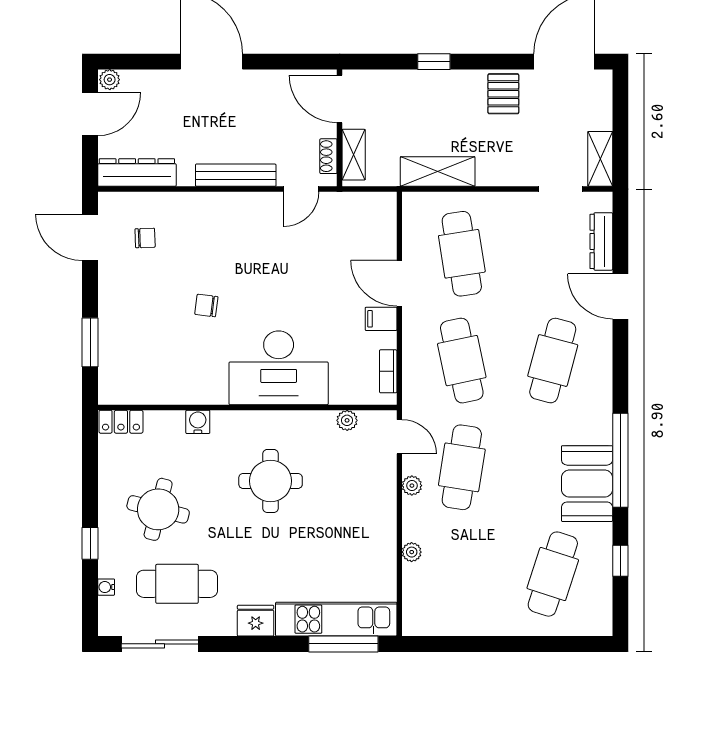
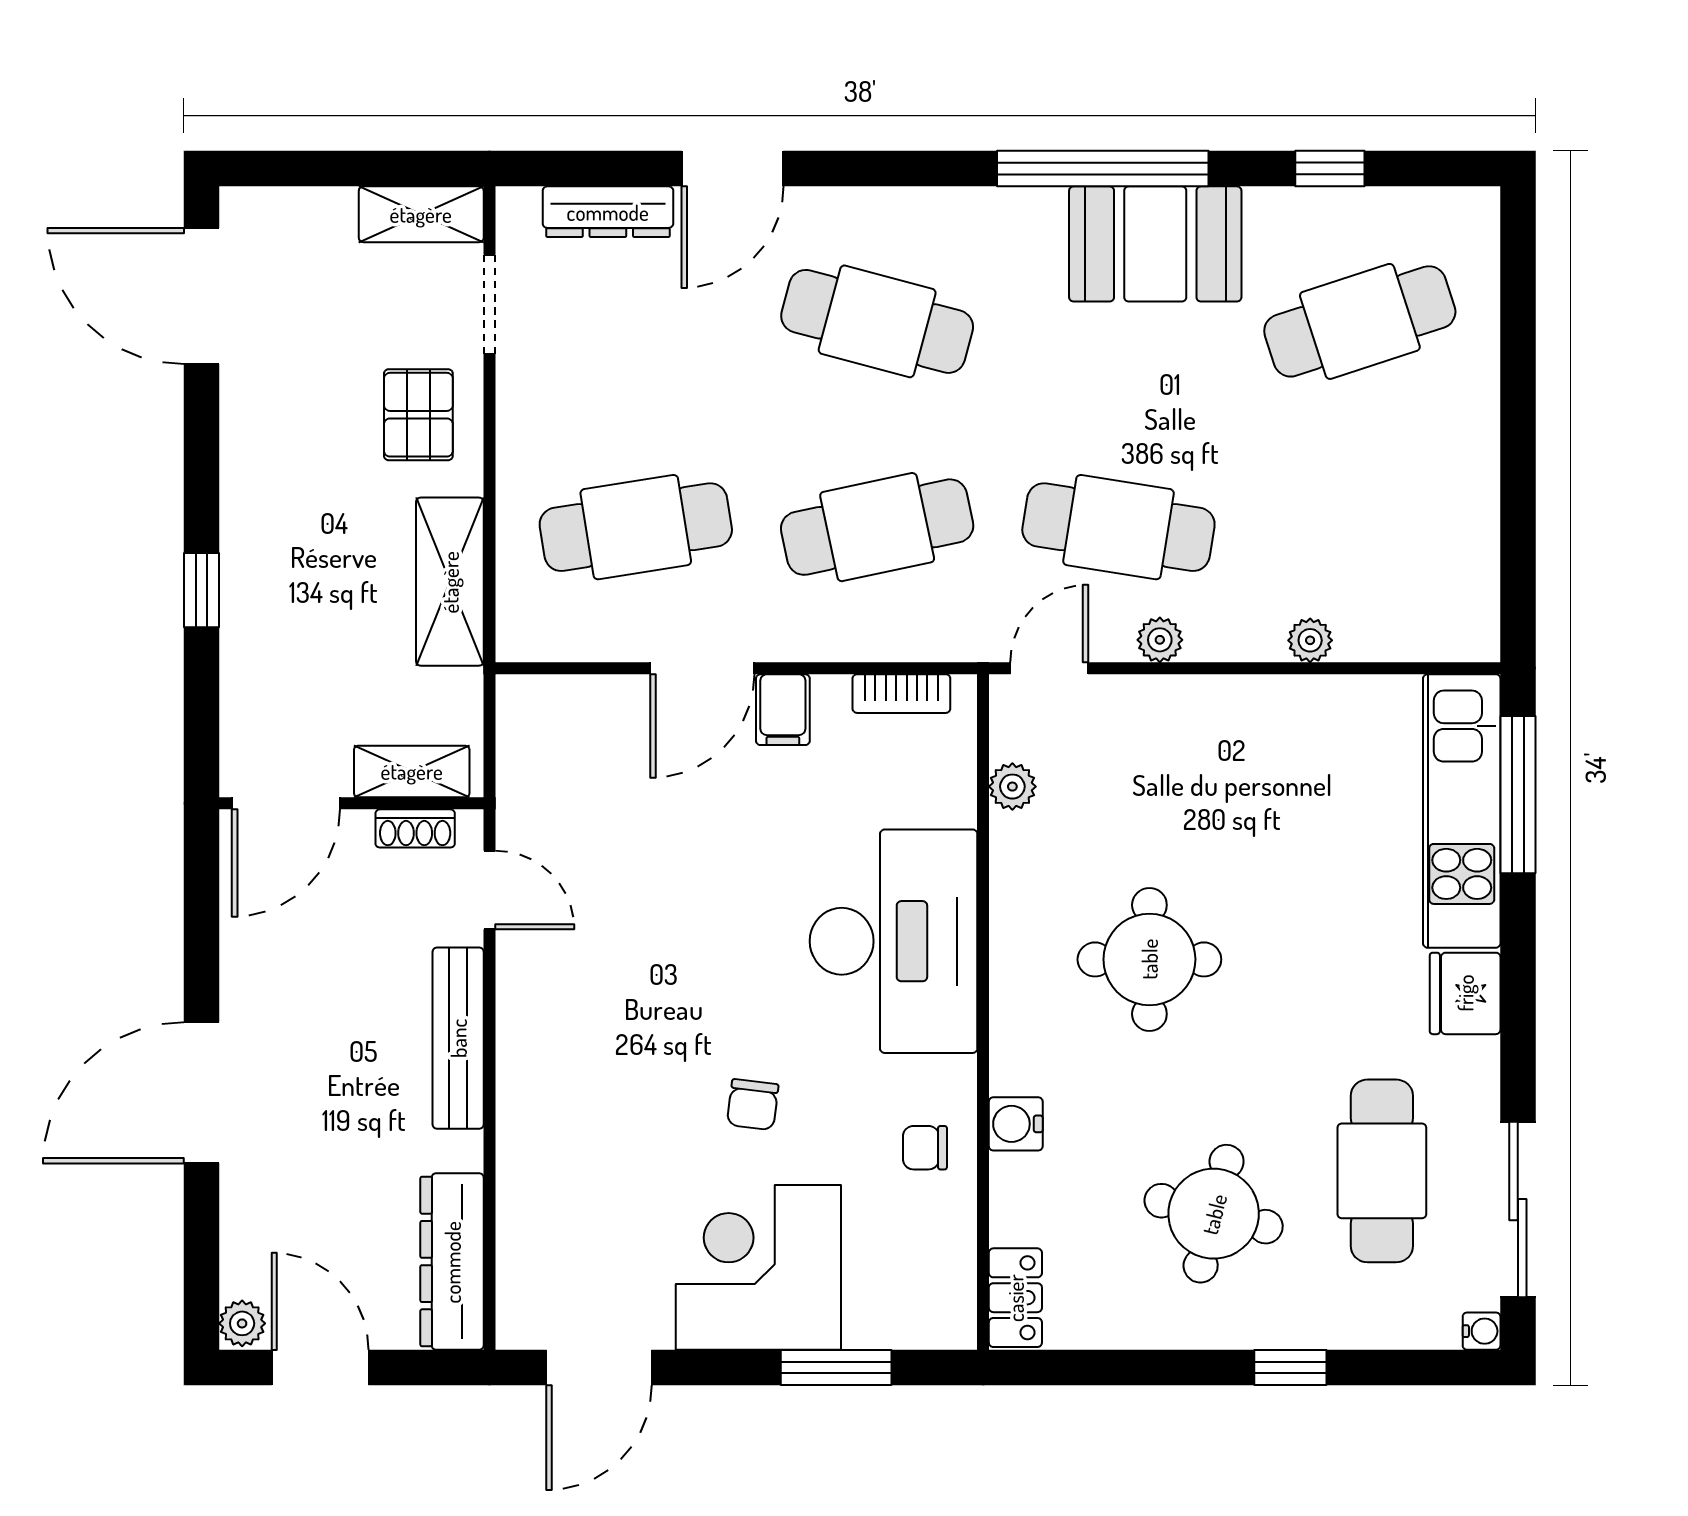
pallet: (503, 94) -> (418, 415), moved, turned 90
chair: (145, 238) -> (925, 1148), moved, turned -88
corner desk: (134, 308) -> (758, 1267), added
cafe table: (553, 574) -> (1360, 321), turned -36
water cooler: (106, 587) -> (1482, 1331), moved, turned -90

